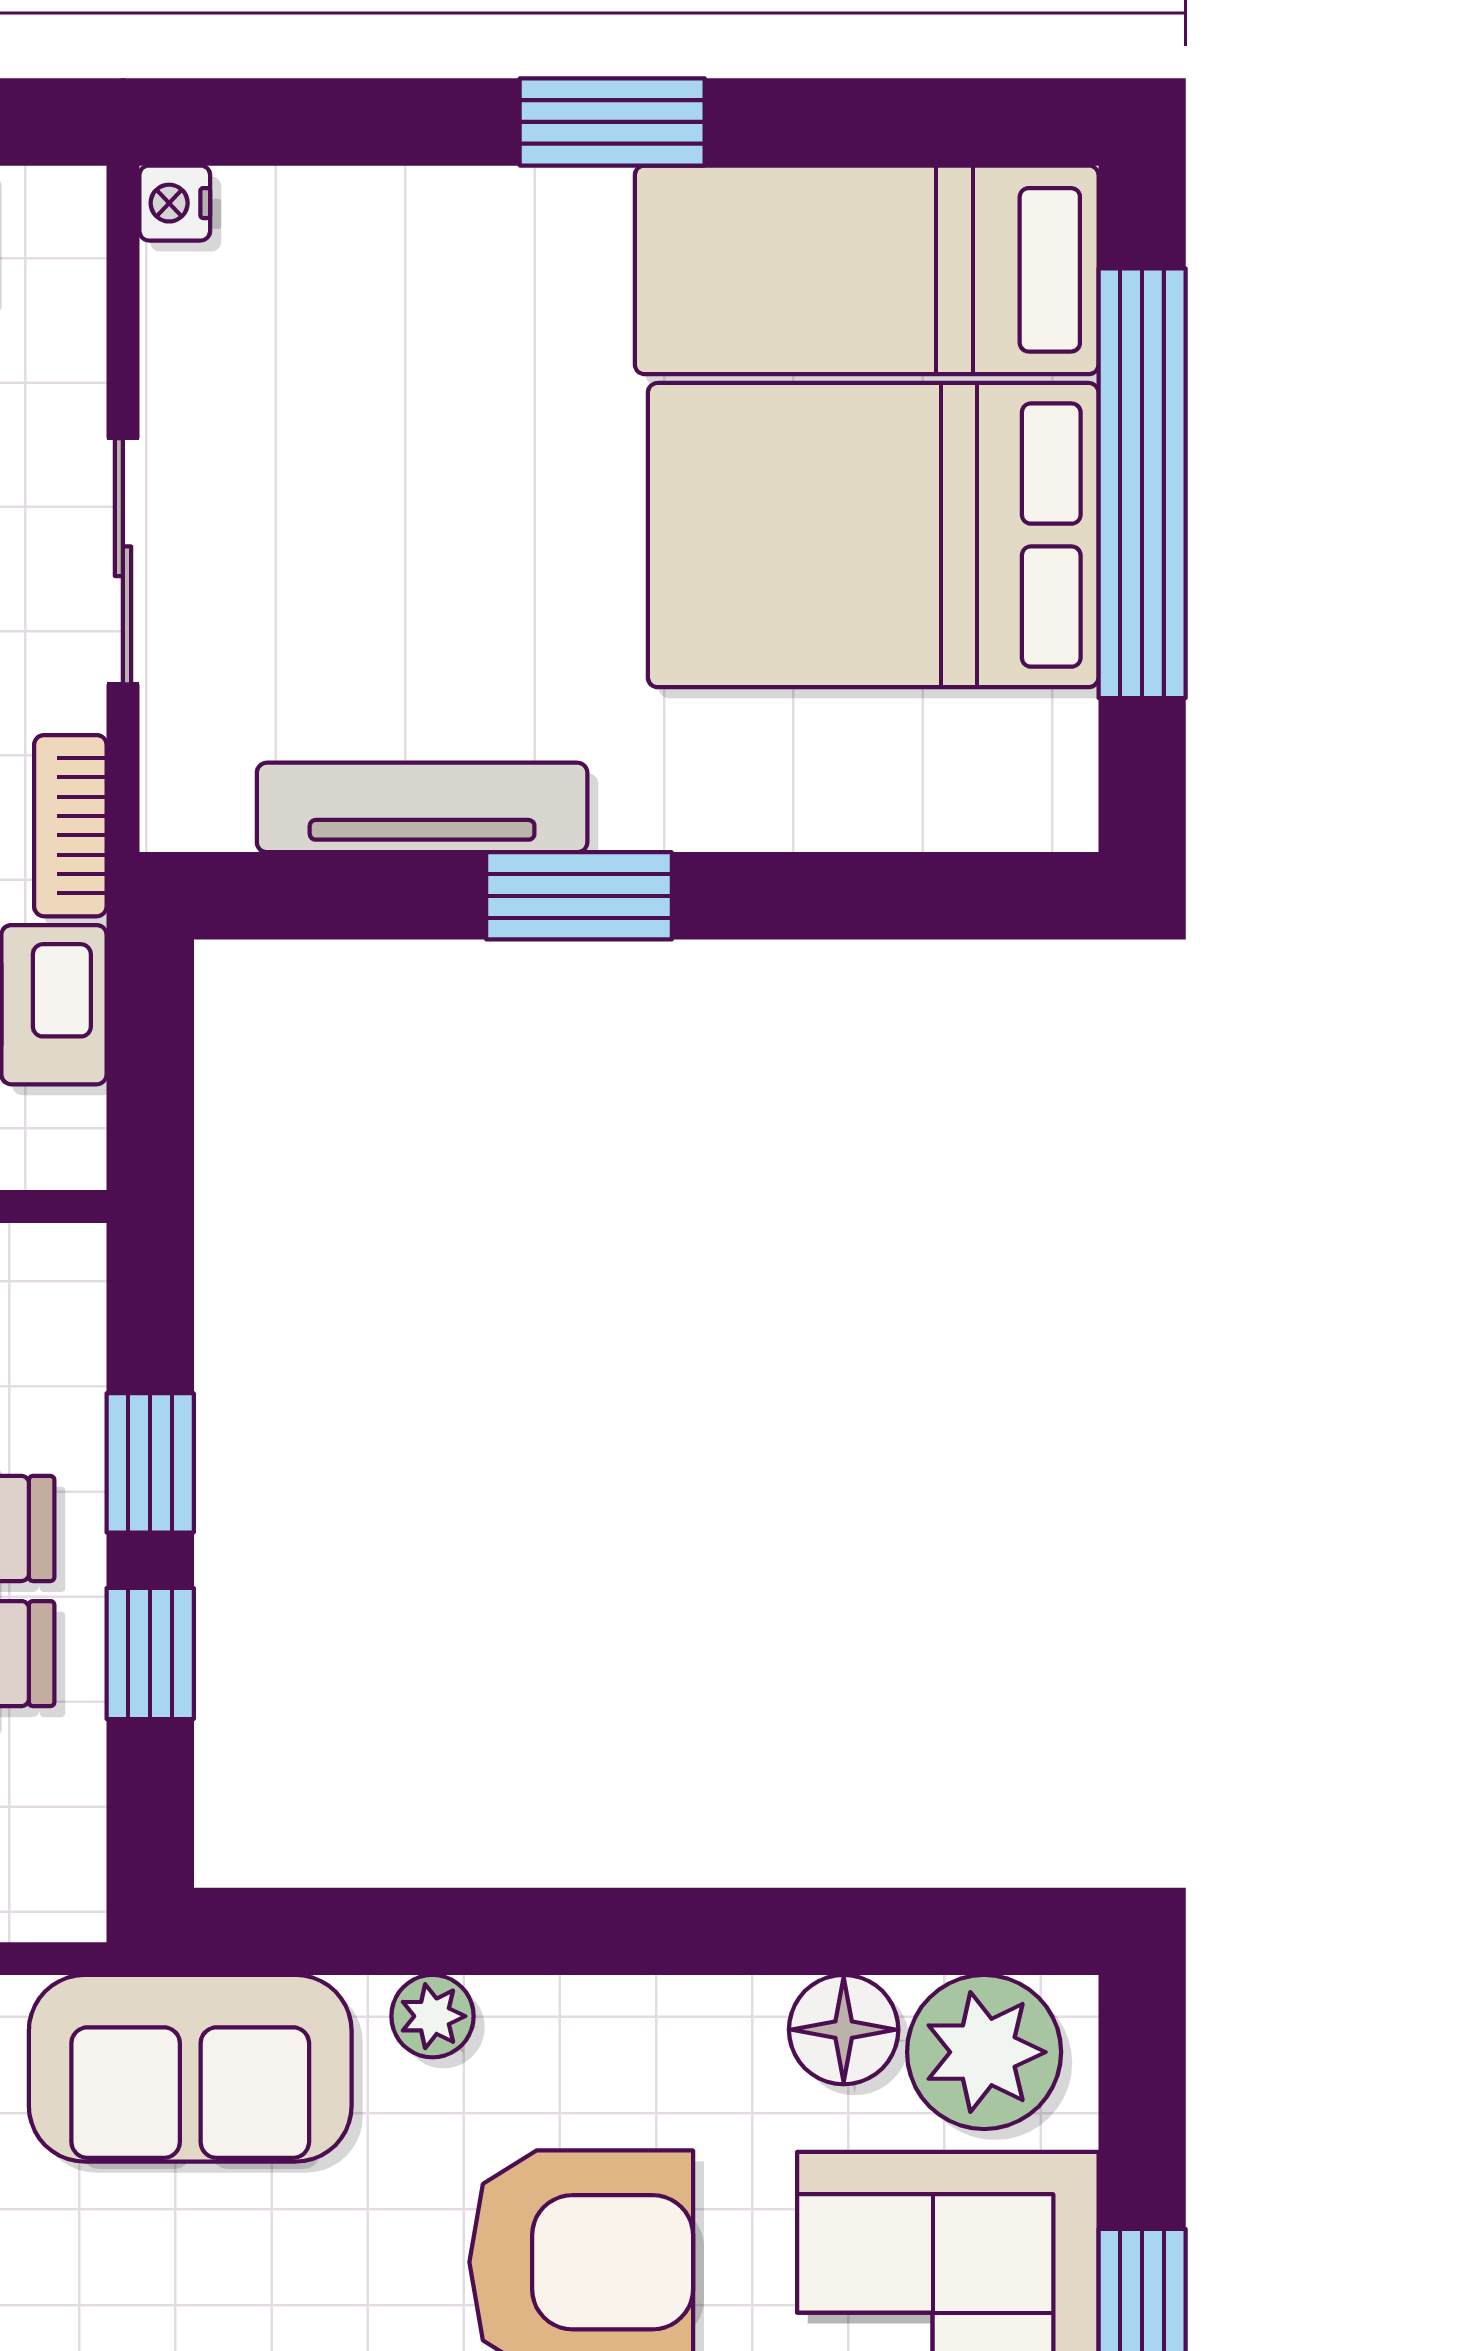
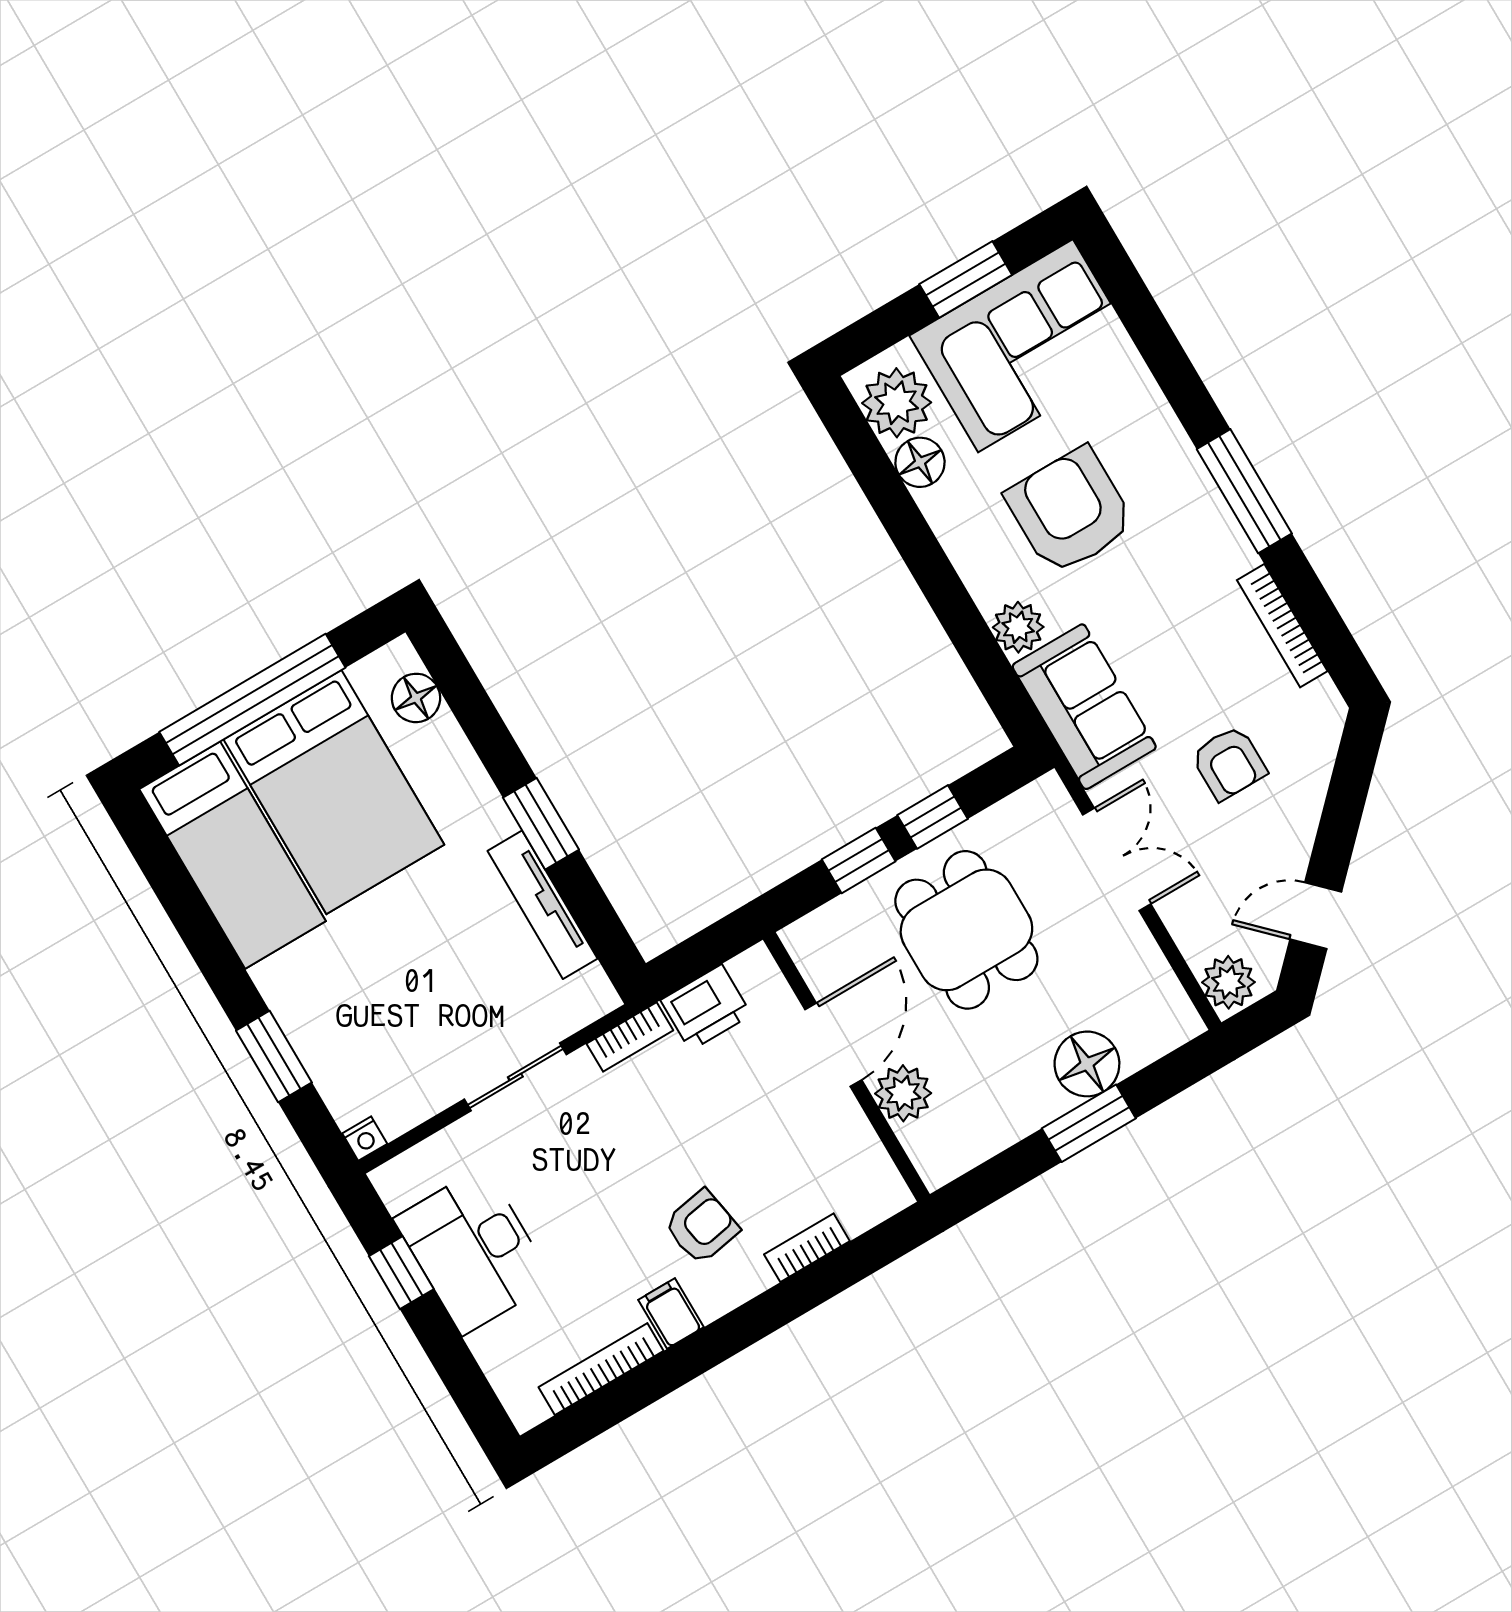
window: (612, 122) -> (274, 1057), moved
floor lamp: (961, 798) -> (416, 698), added
plant: (432, 2016) -> (1018, 627), width x1.38, depth x1.38

